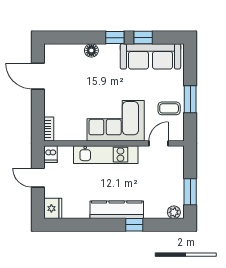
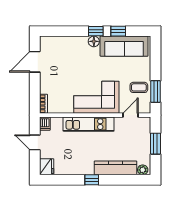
floor lamp: (91, 50) -> (94, 41), moved
door: (38, 76) -> (35, 62), hinge flipped
window: (190, 99) -> (156, 91), moved
window: (190, 192) -> (156, 144), moved
kitchen counter: (117, 210) -> (116, 168), moved
window: (134, 225) -> (92, 180), moved

